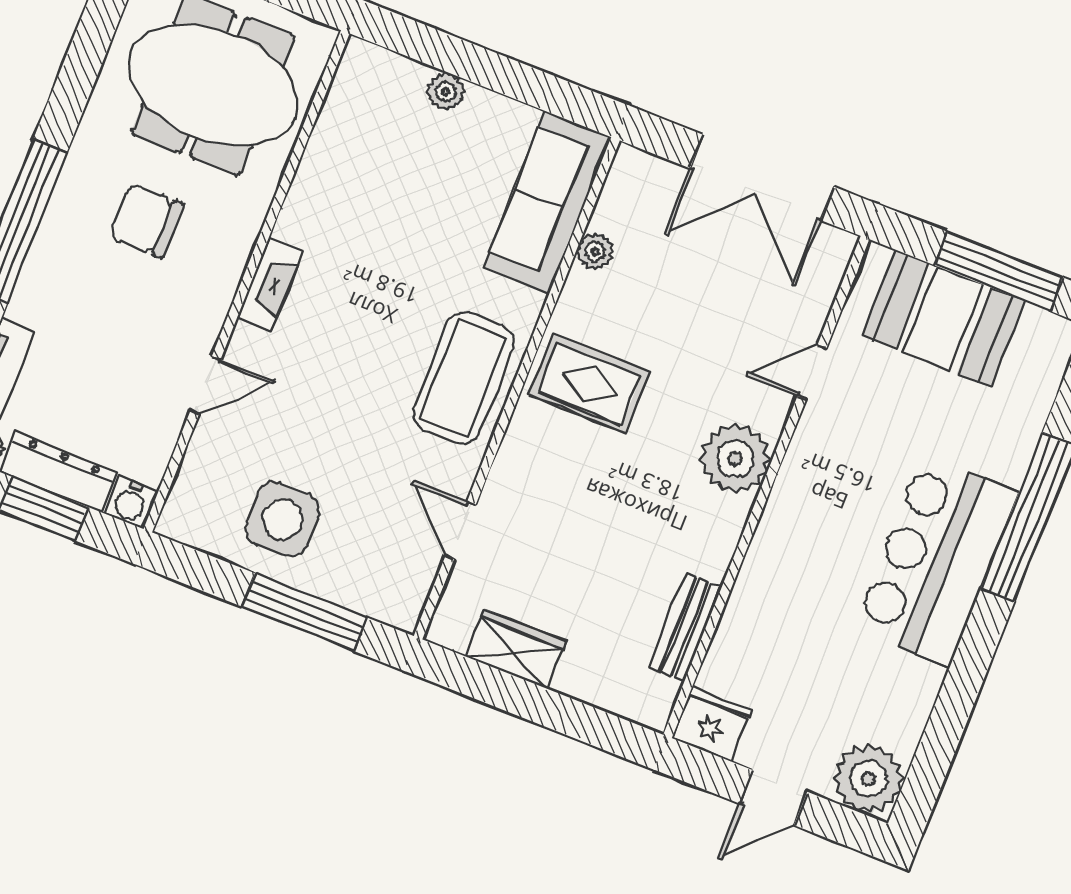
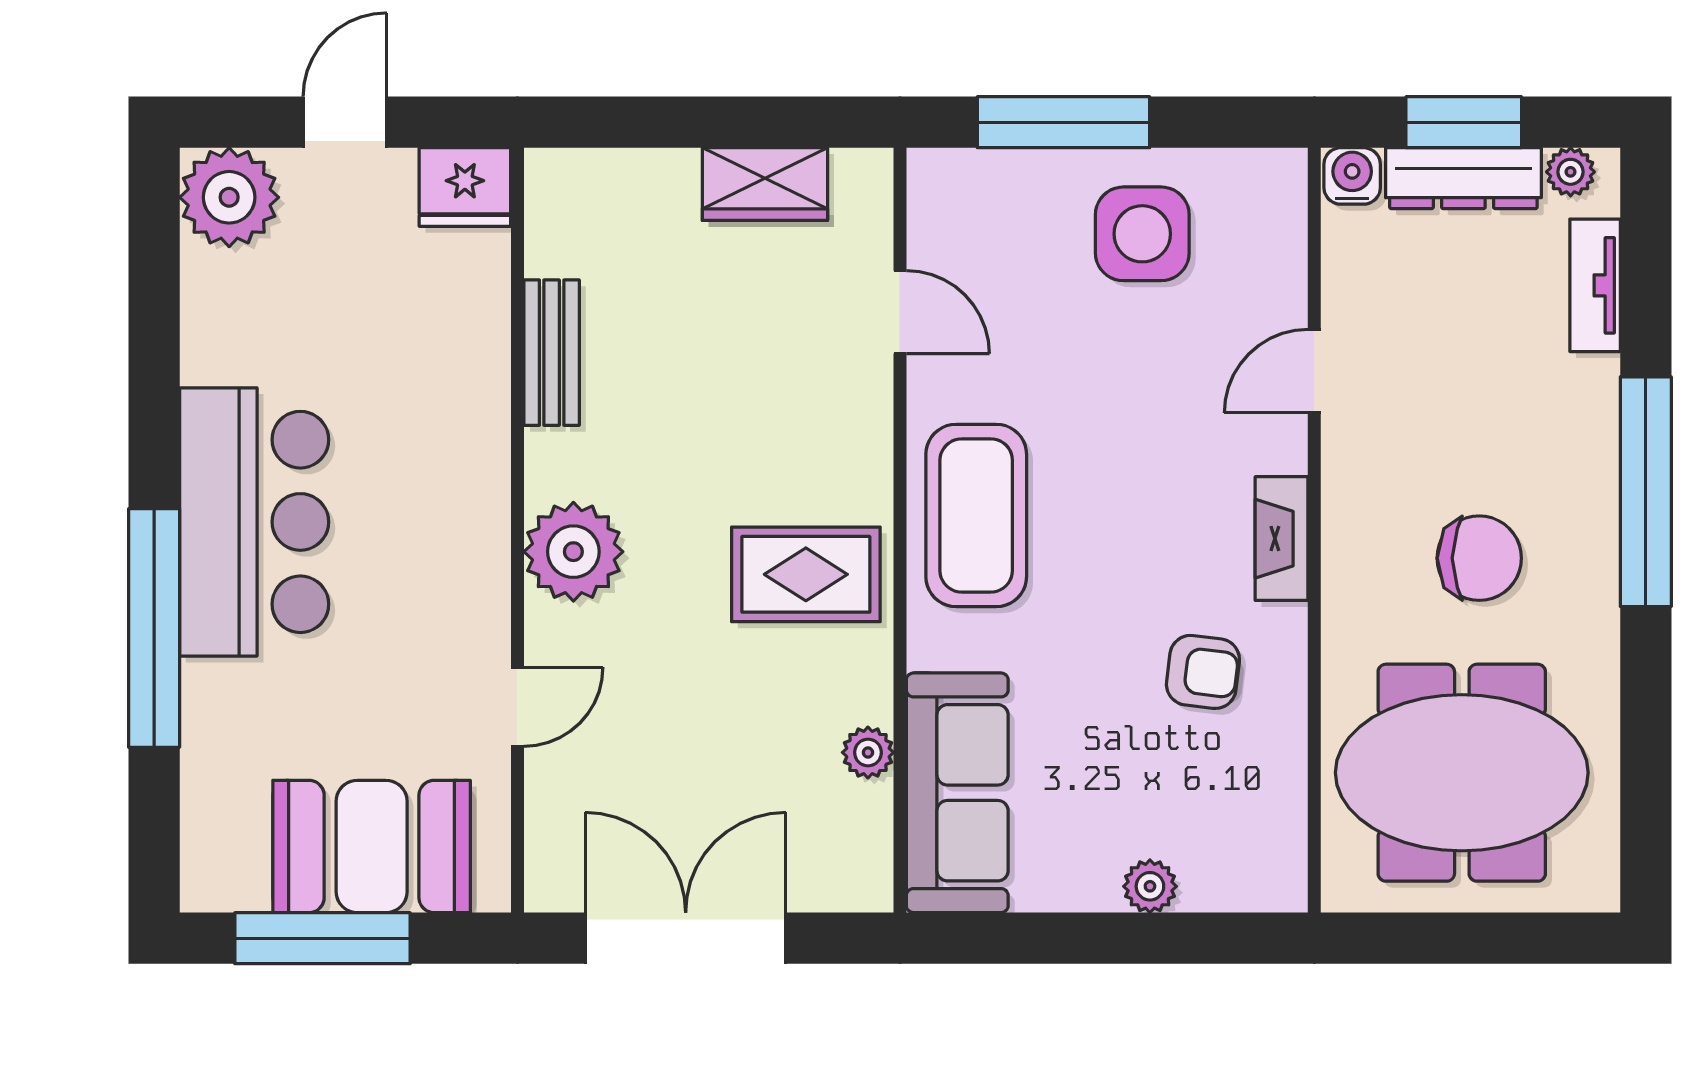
armchair: (356, 218) -> (1203, 672), added
bench: (685, 627) -> (552, 353), moved

